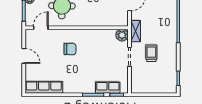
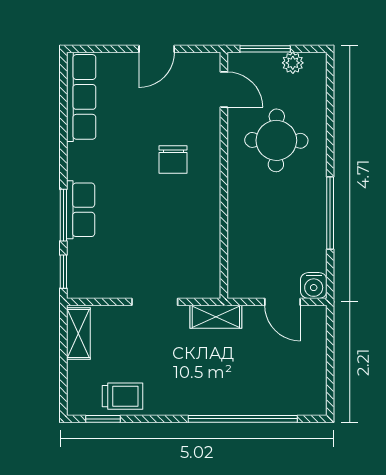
plant: (122, 35) -> (206, 284), removed
trolley: (151, 53) -> (122, 396), moved
row of seats: (108, 88) -> (81, 210), moved
shelving: (143, 89) -> (78, 334), added

